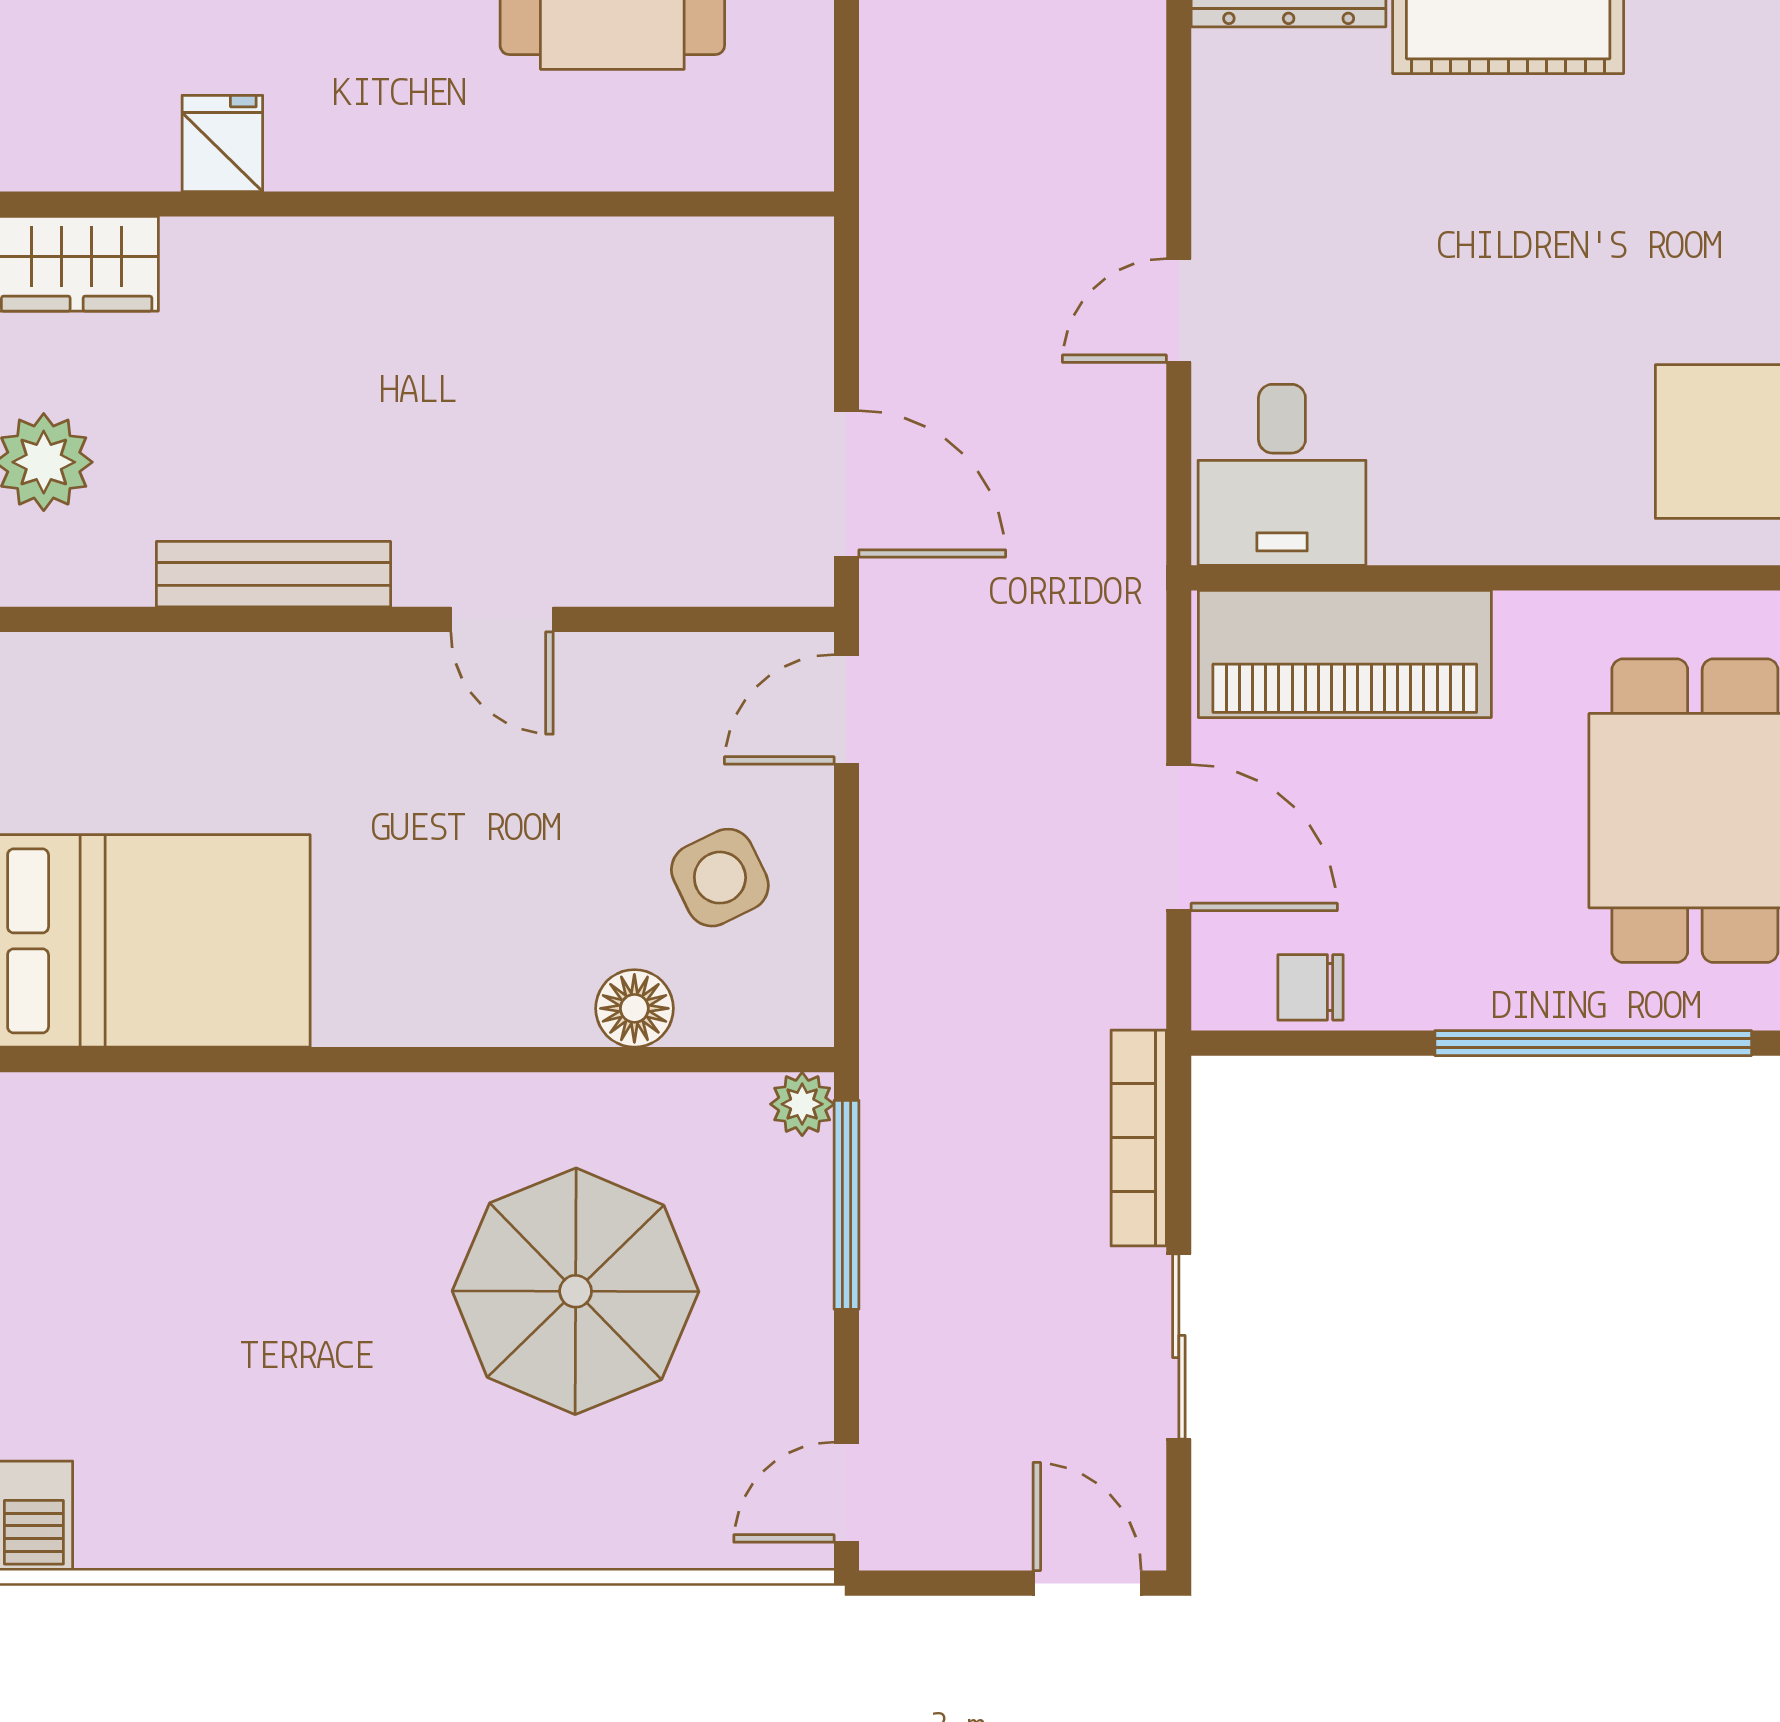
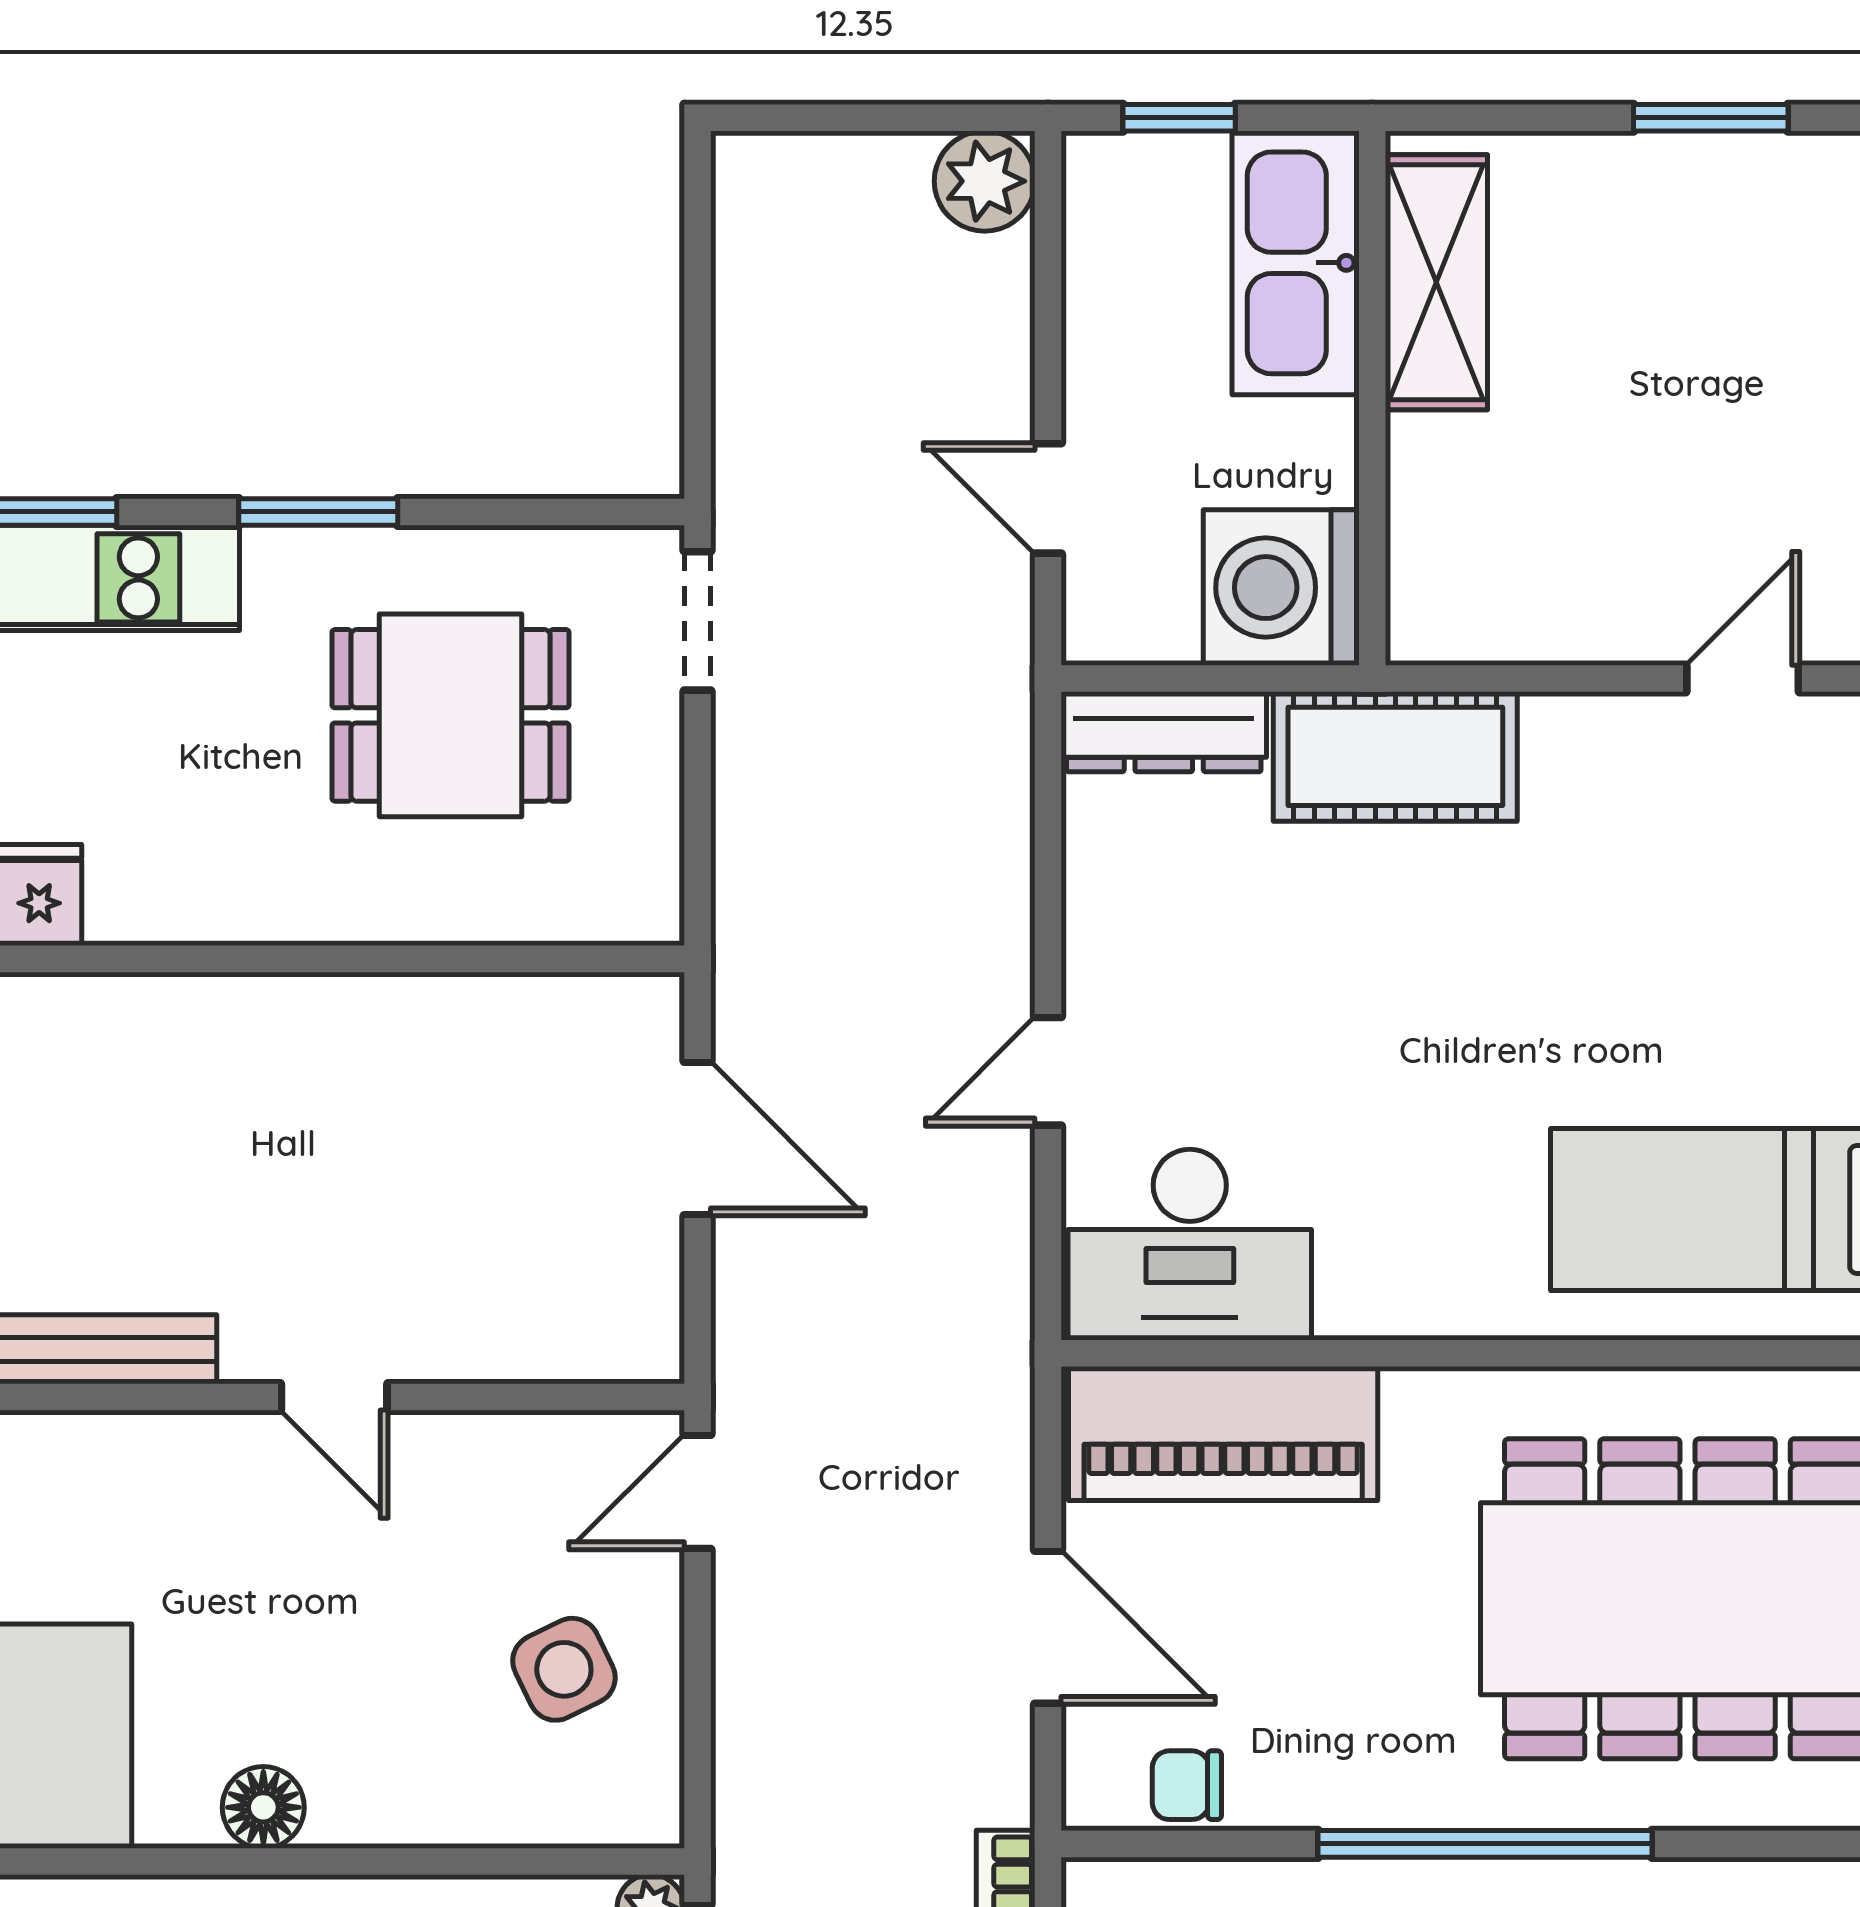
desk: (1282, 475) -> (1190, 1245), width x1.37
door: (846, 484) -> (697, 1138), moved
floor lamp: (634, 1008) -> (263, 1807), moved

